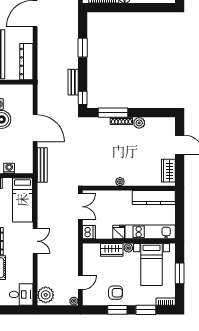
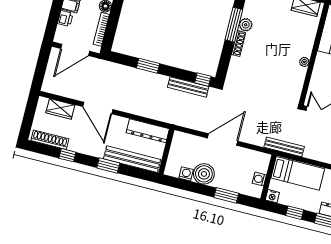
bench: (73, 82) -> (188, 87), width x1.36
window: (113, 113) -> (234, 25), moved
bench: (42, 165) -> (284, 147), moved

